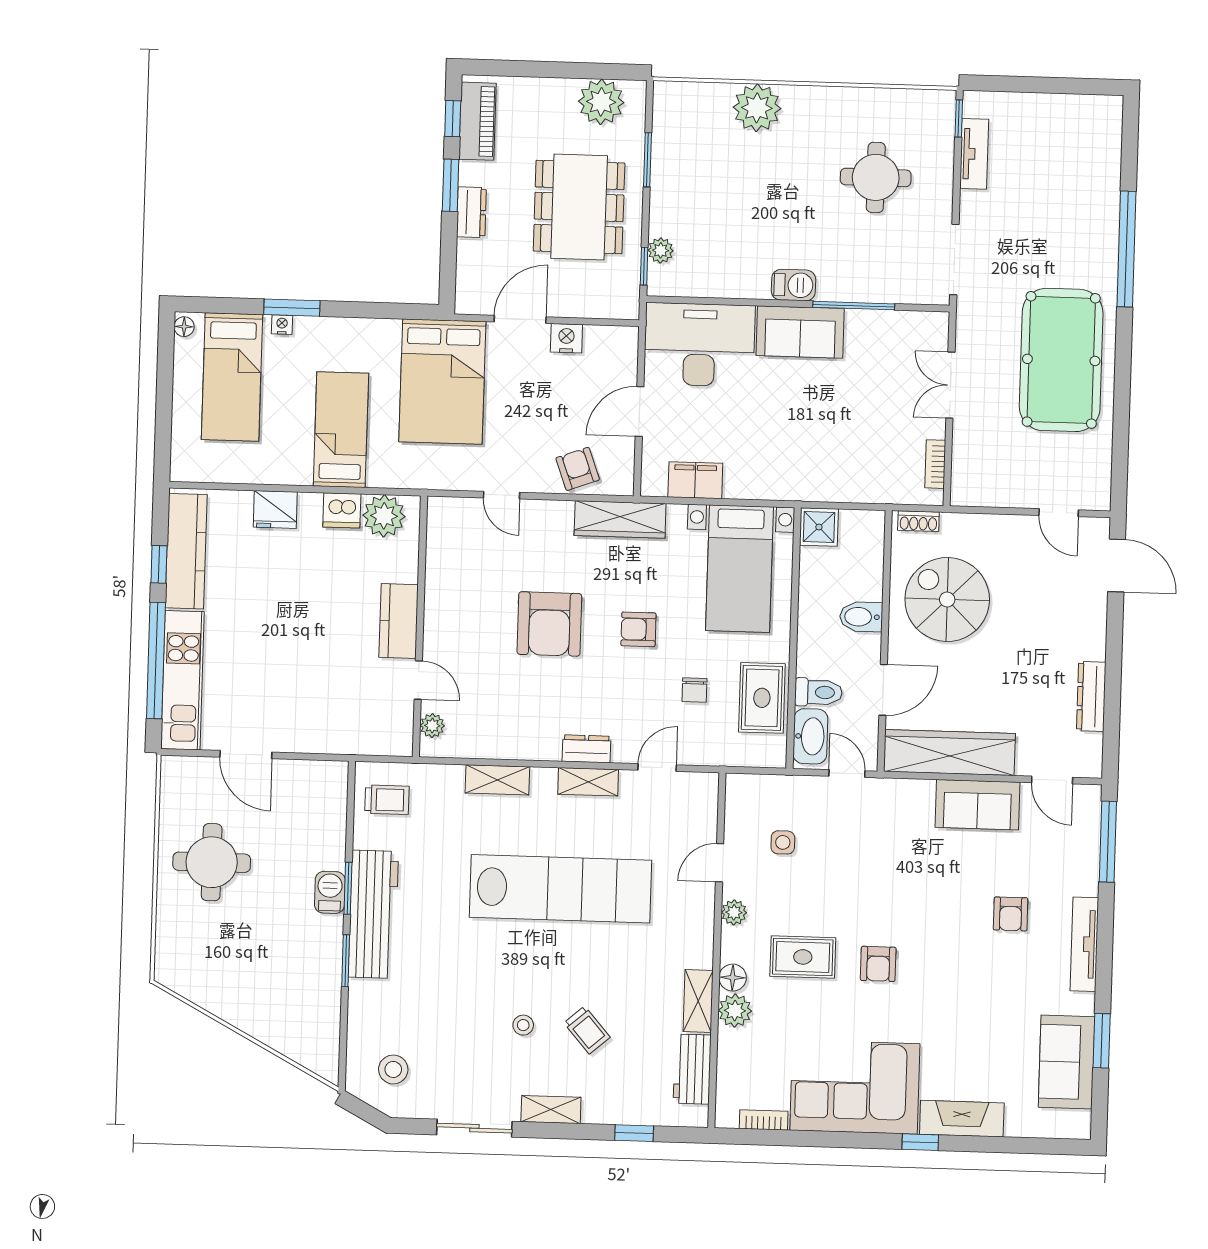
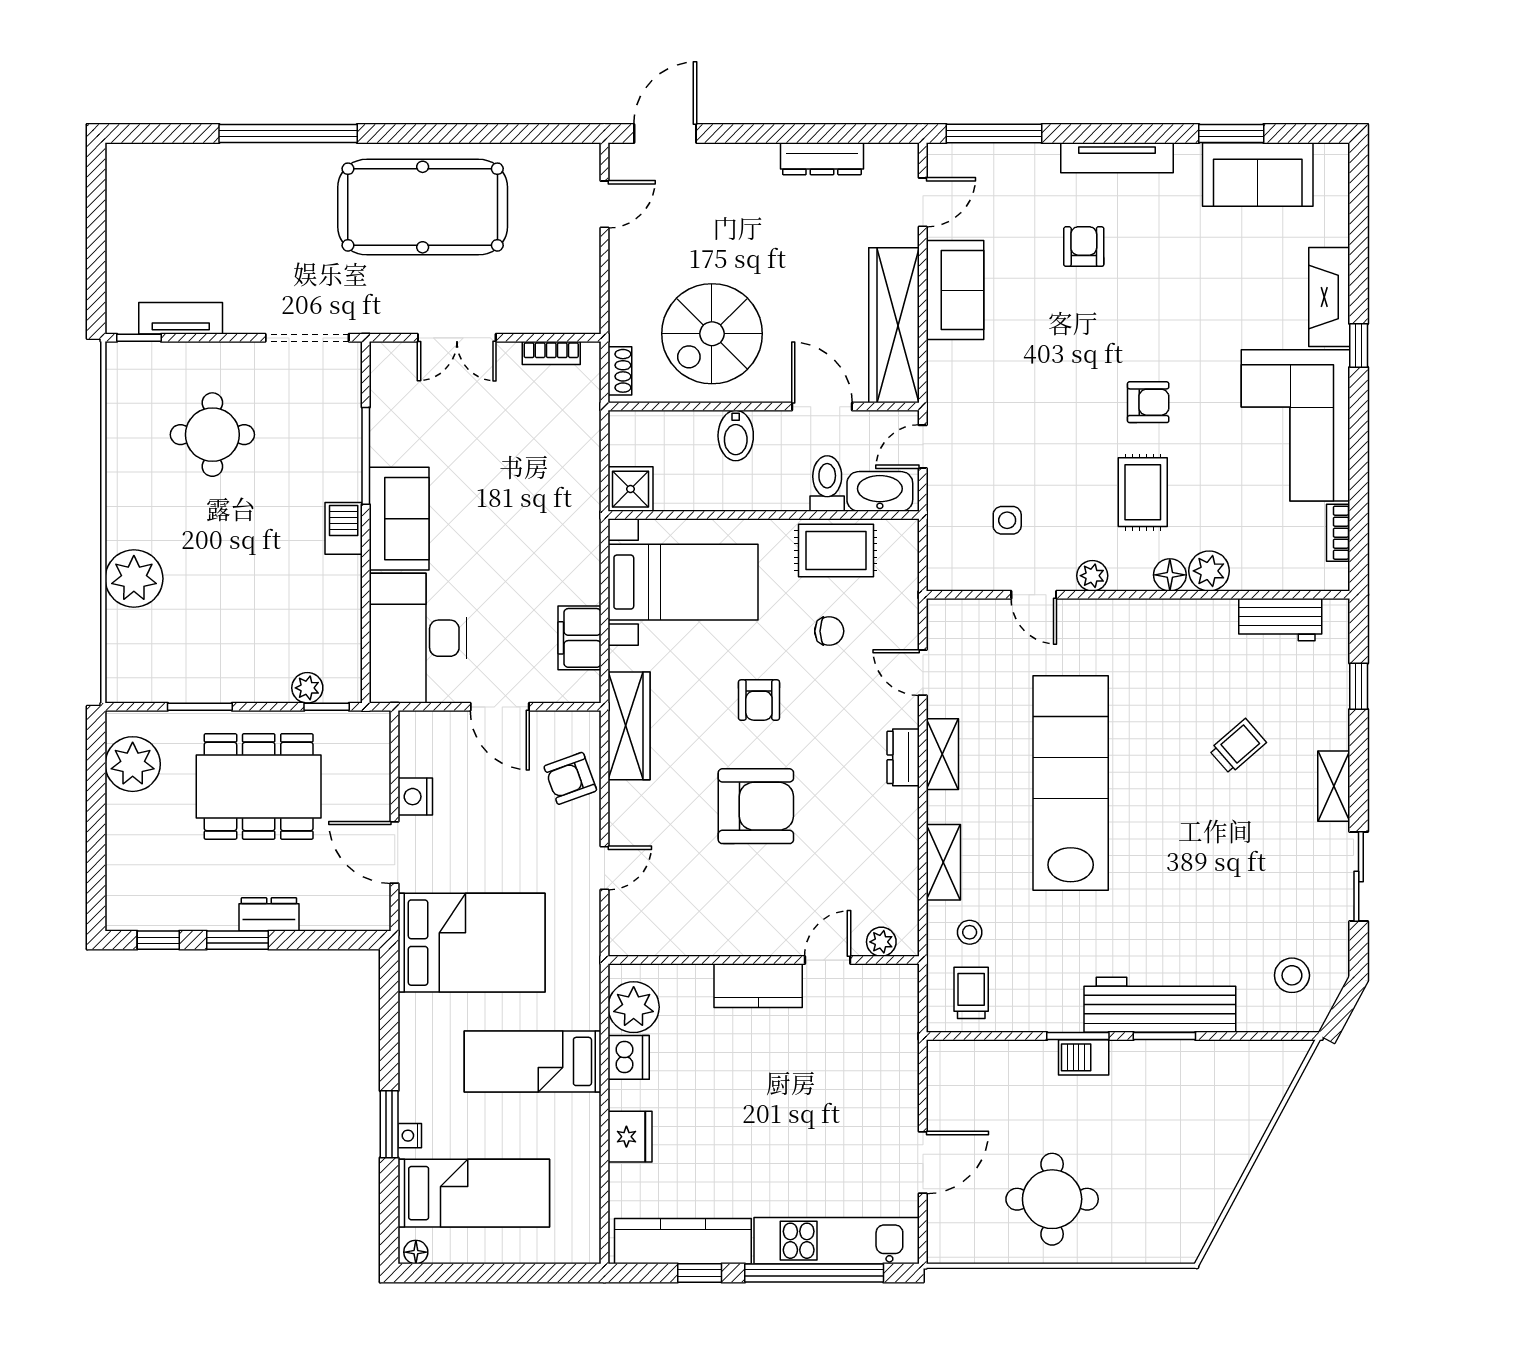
piano: (477, 121) -> (160, 911), removed
workbench: (373, 914) -> (1160, 1005), moved
armchair: (1011, 914) -> (1084, 247), turned -90
shelving: (698, 1001) -> (1199, 615), removed
stool: (523, 1025) -> (970, 932), moved

